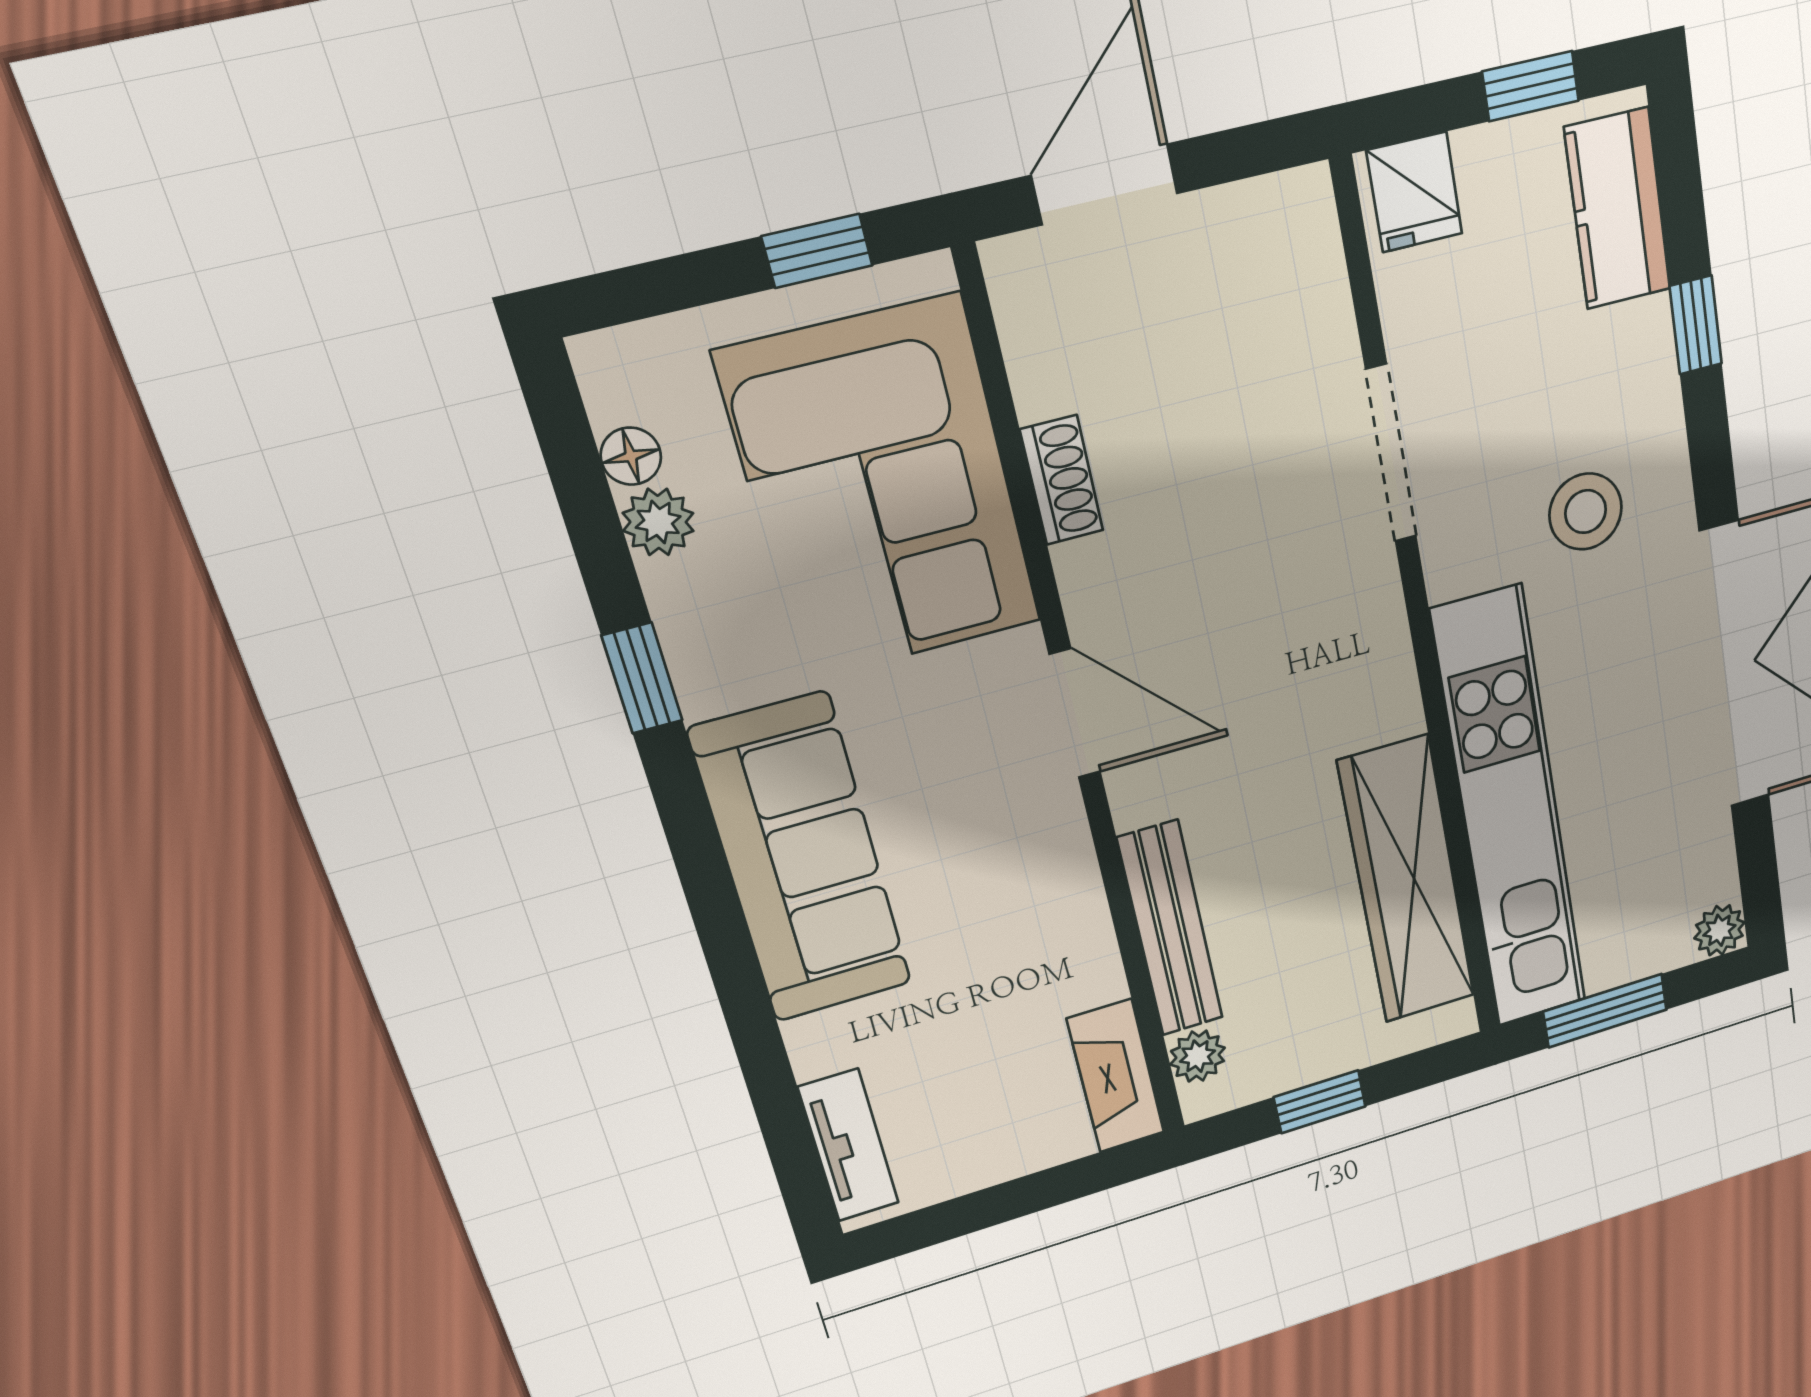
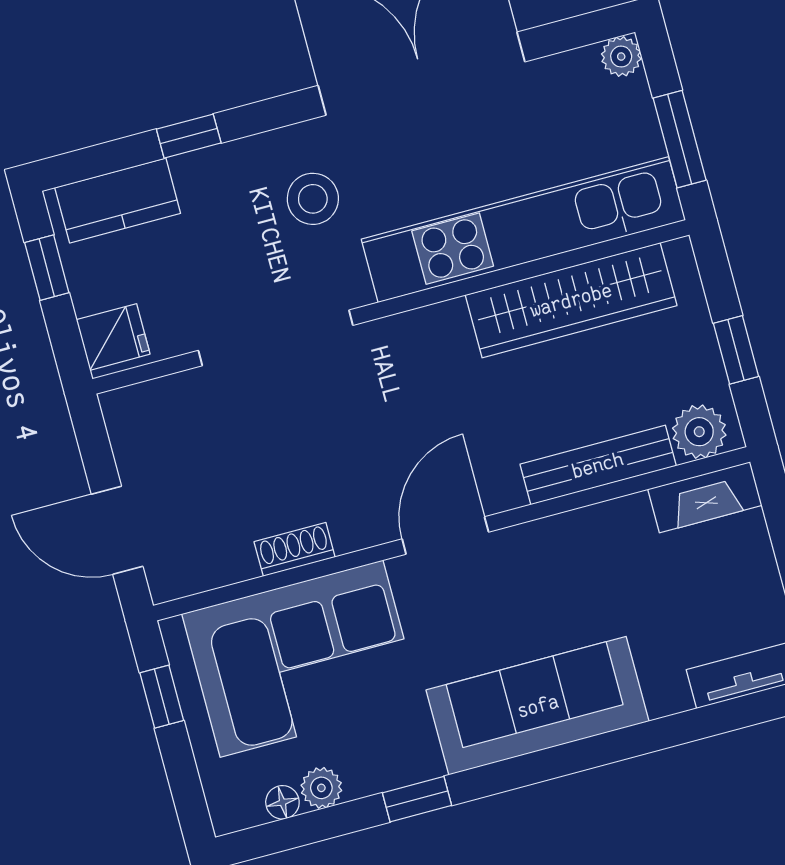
doorway: (1391, 454) -> (276, 338), width x1.36
plant: (1198, 1056) -> (699, 432), width x1.38, depth x1.38

